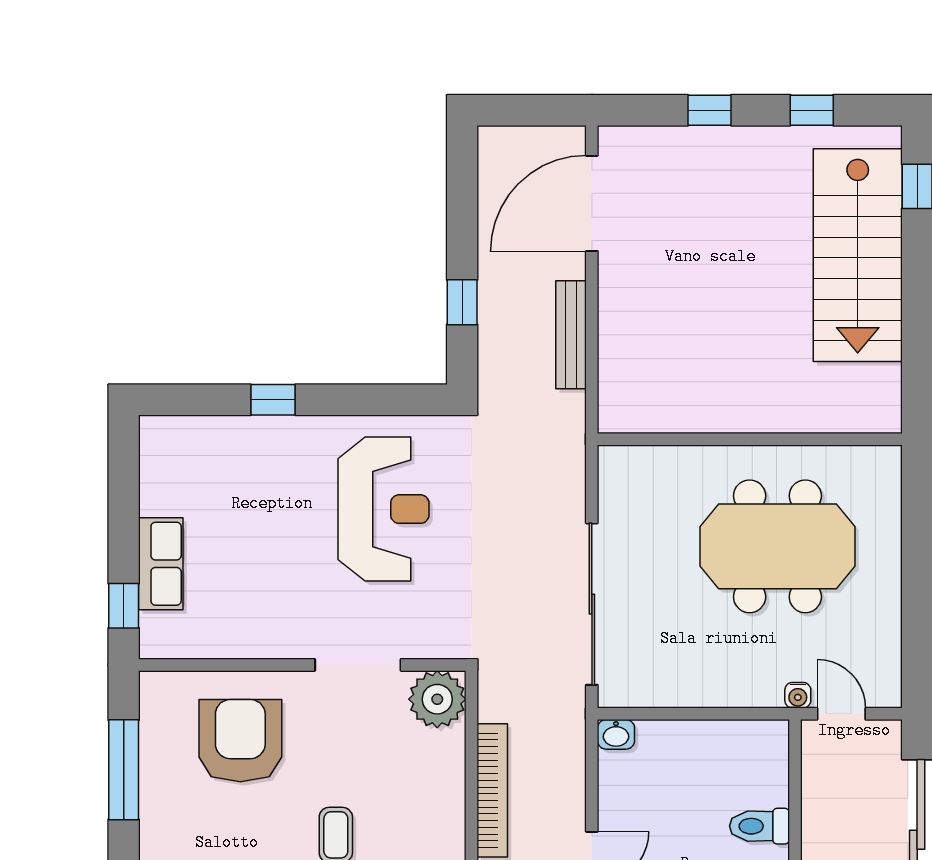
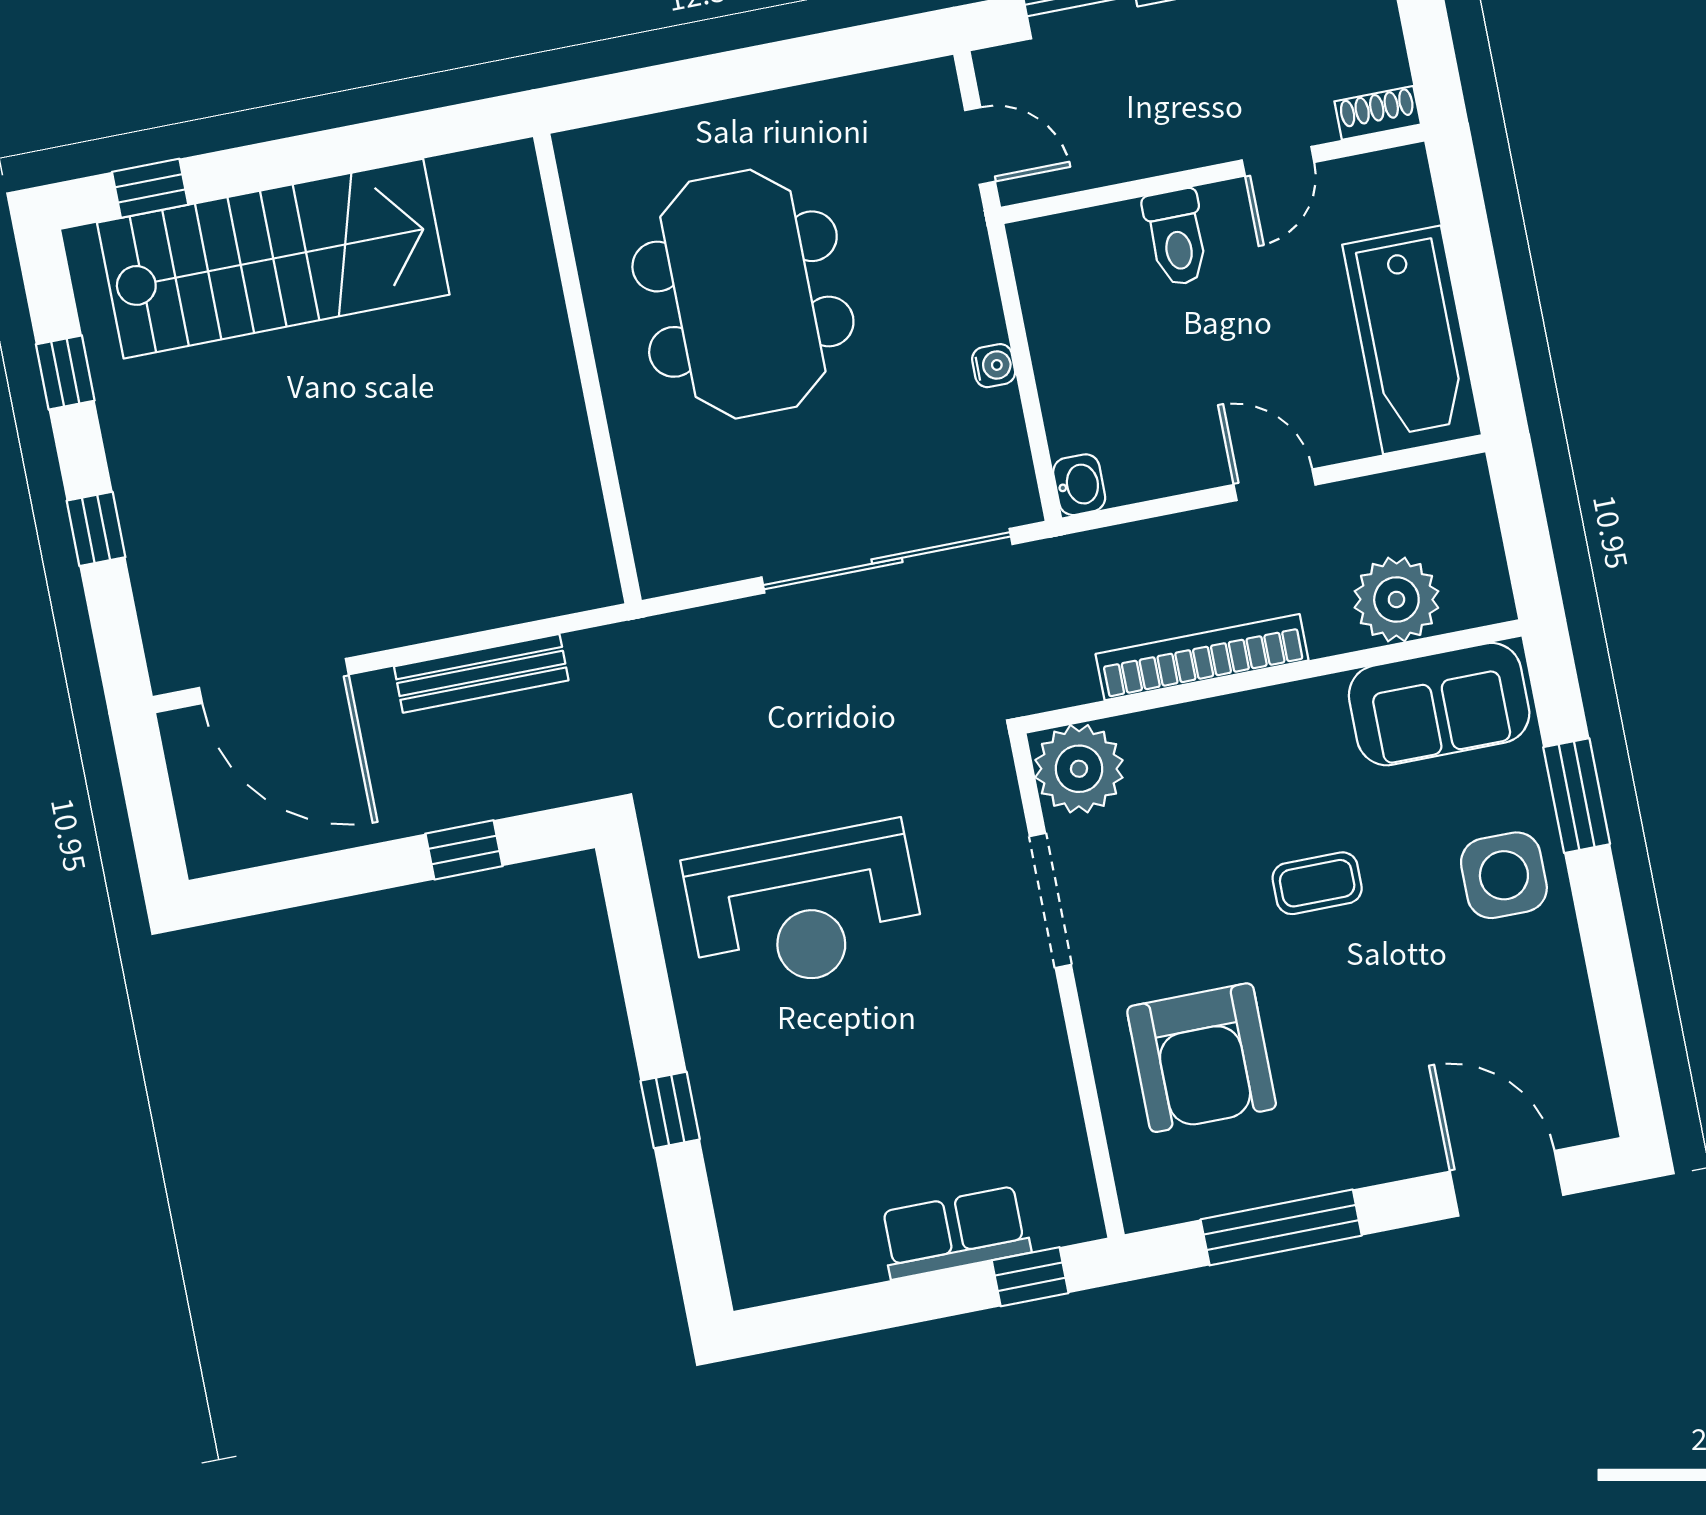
reception desk: (383, 509) -> (804, 908), turned 180
water cooler: (798, 695) -> (994, 366), moved
door: (841, 714) -> (980, 146), swing flipped
armchair: (240, 741) -> (1202, 1058), turned -90

